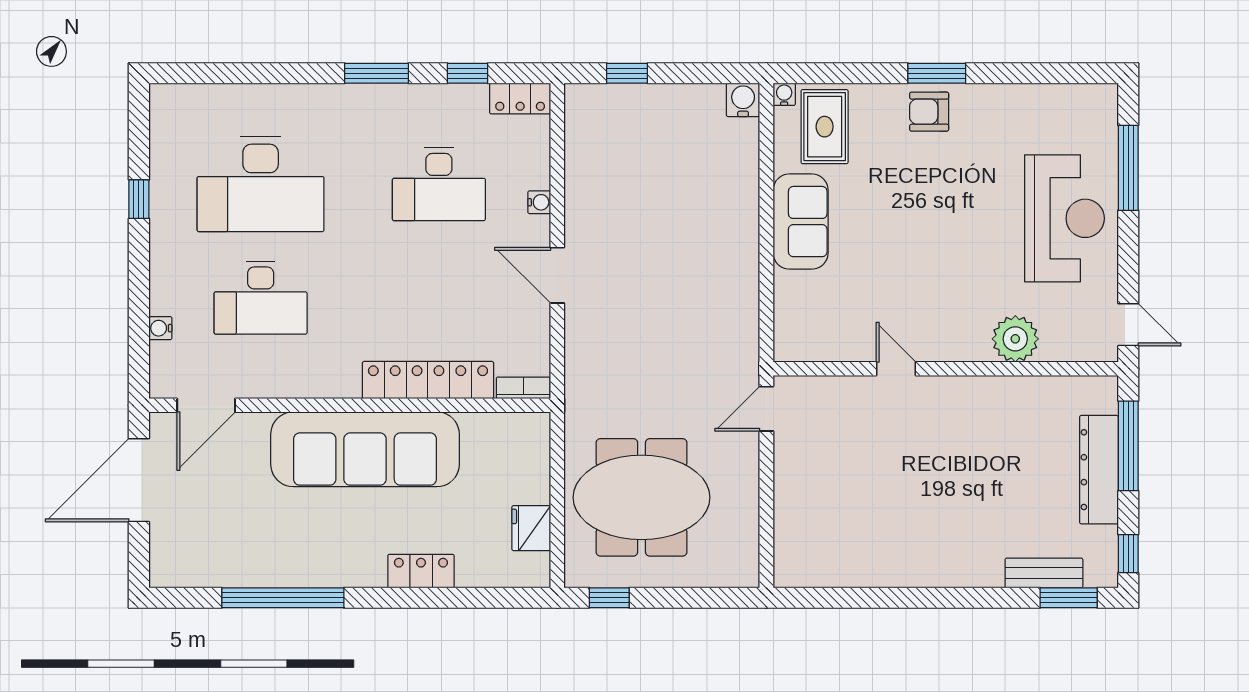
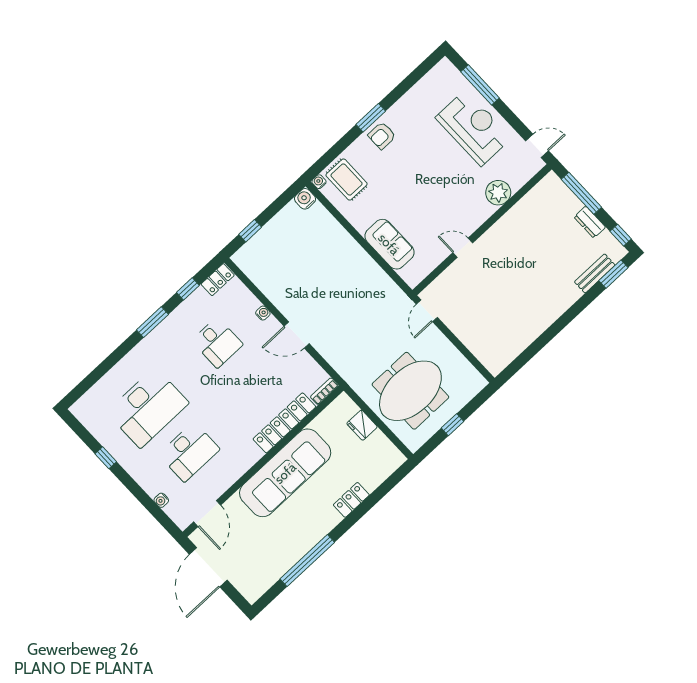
desk: (439, 184) -> (217, 343), width x0.73
sofa: (801, 222) -> (389, 244), moved
dresser: (1099, 470) -> (590, 222), width x0.51, depth x0.80
fridge: (531, 528) -> (362, 425), moved
window: (609, 598) -> (453, 425), moved

